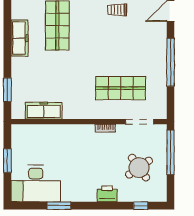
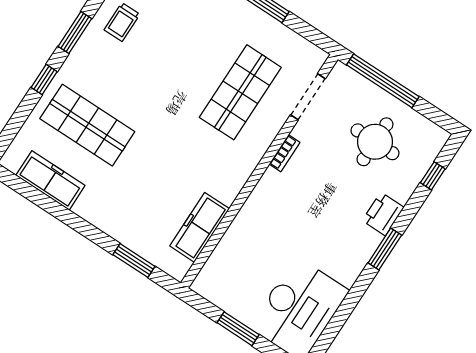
freezer: (20, 38) -> (50, 180), moved
round table: (139, 168) -> (375, 142), turned 35
window: (59, 206) -> (385, 249), moved

